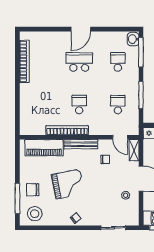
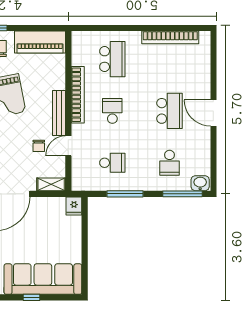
school desk: (118, 62) -> (170, 163), turned 90
school desk: (41, 105) -> (112, 59), added
school desk: (79, 105) -> (112, 111), turned -90
door: (120, 137) -> (68, 146), moved
piano: (44, 148) -> (40, 42), moved, turned -90

